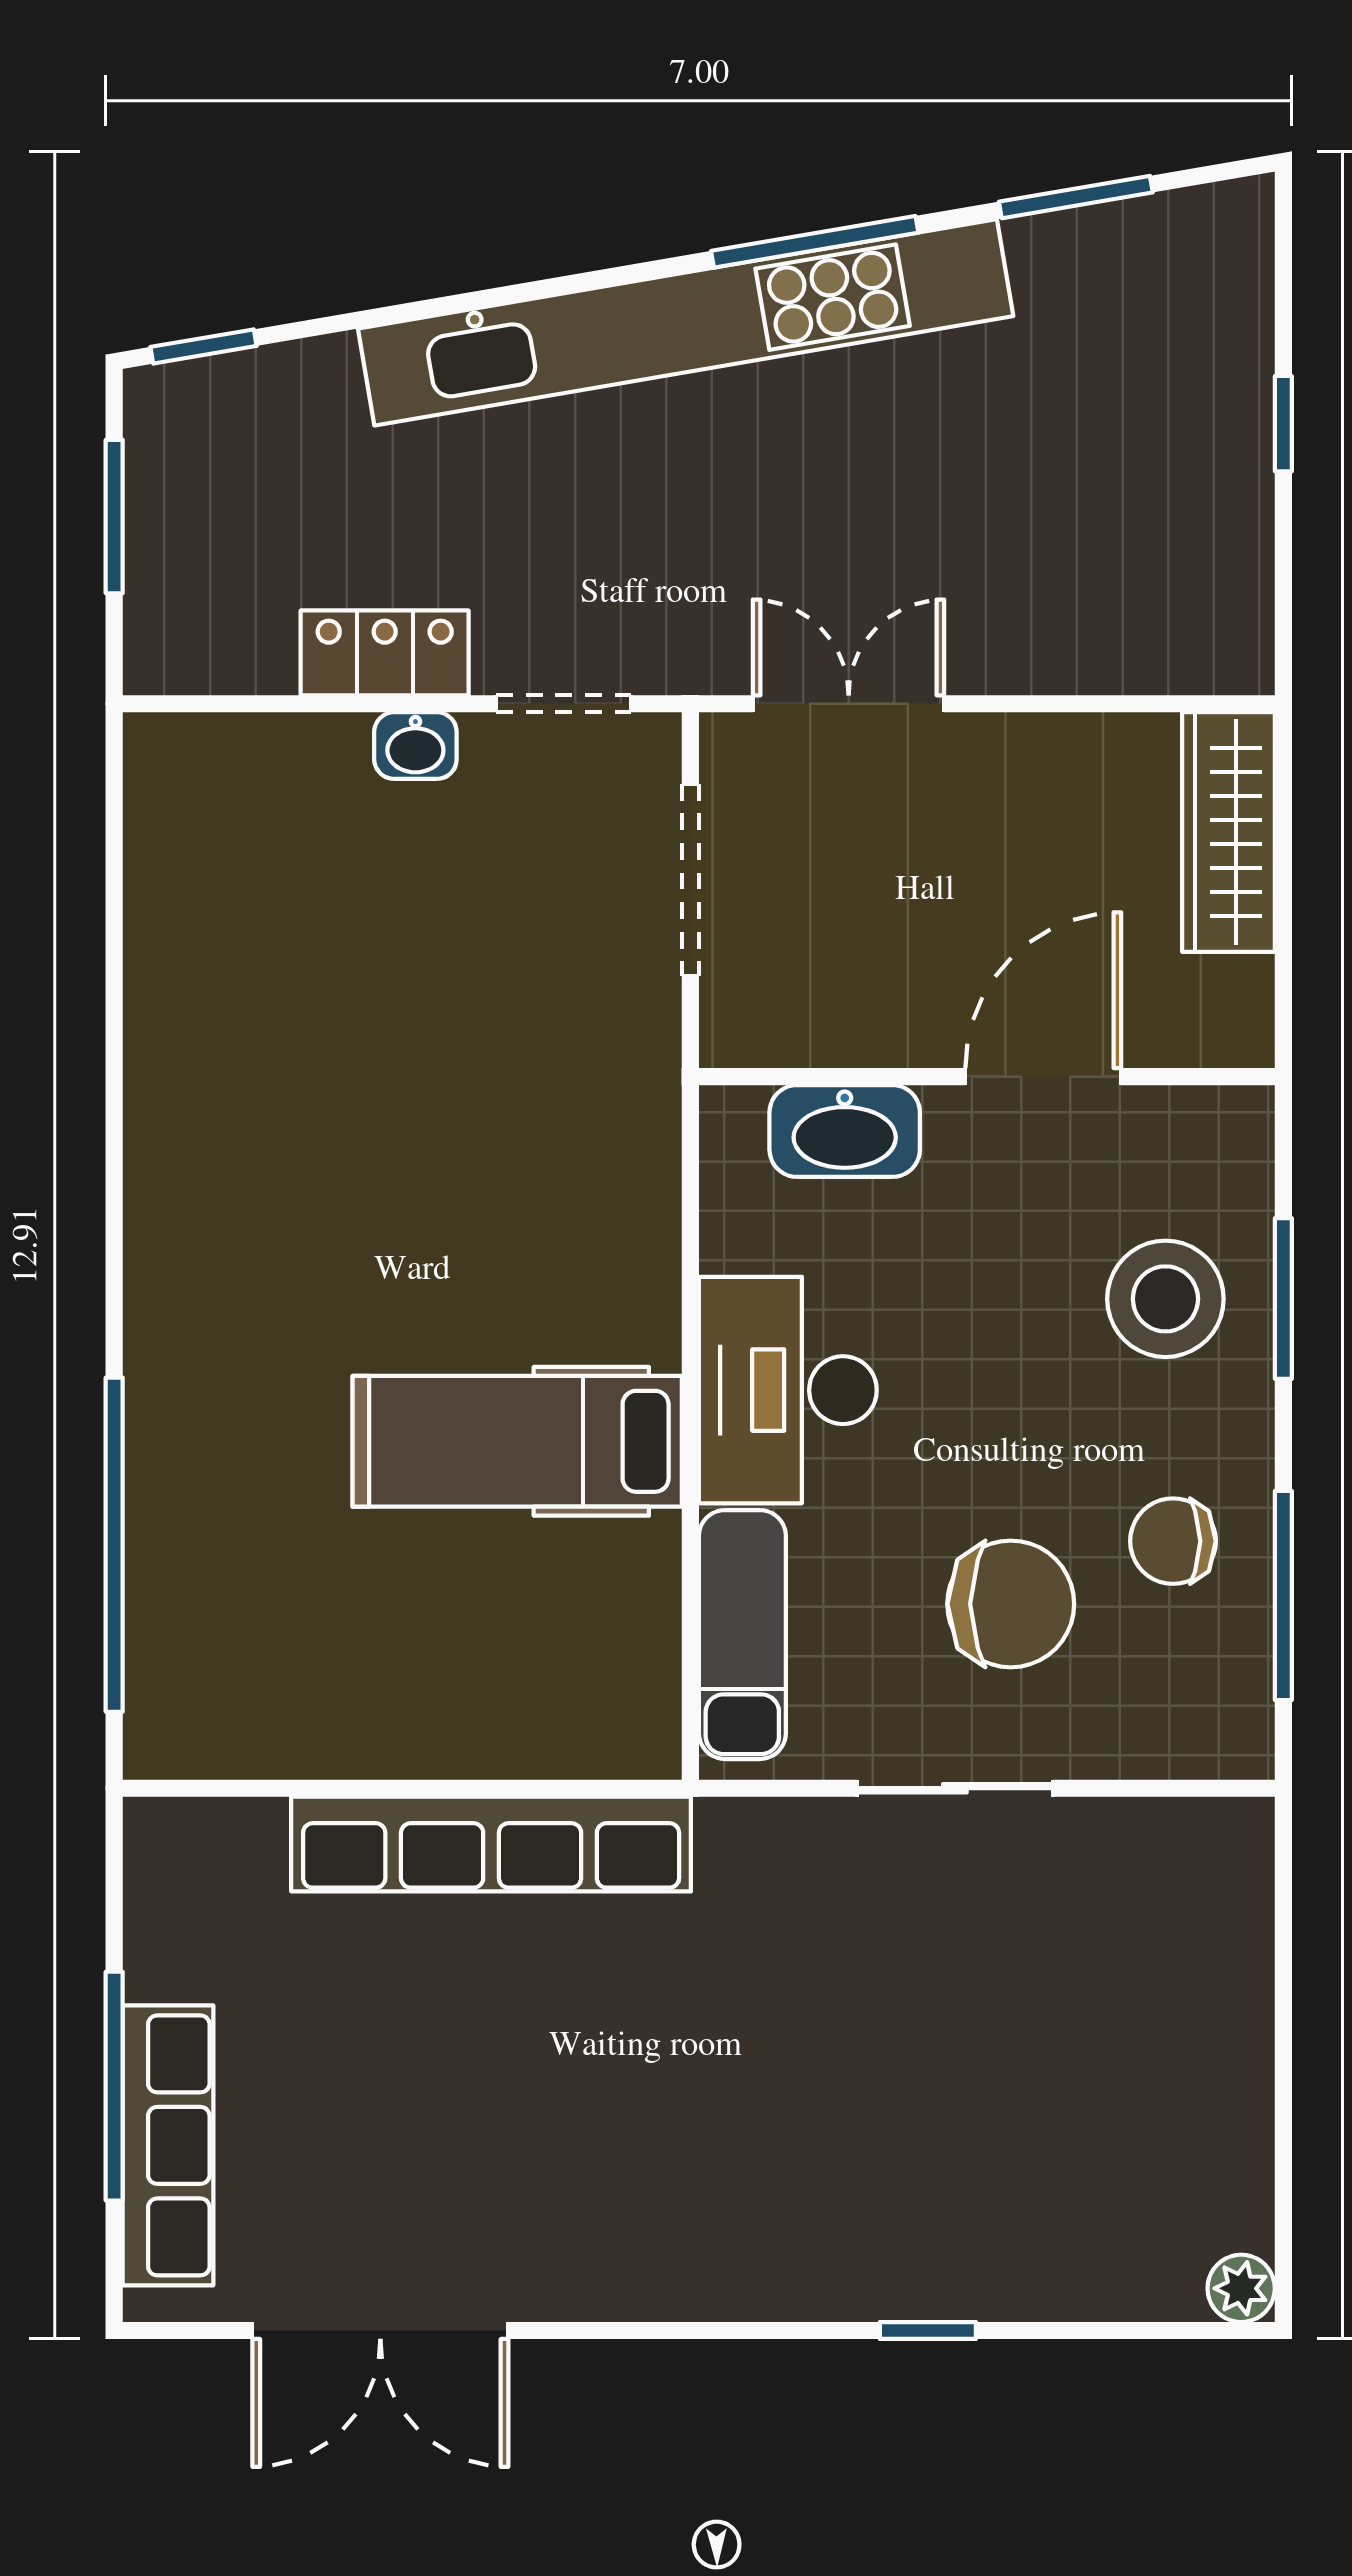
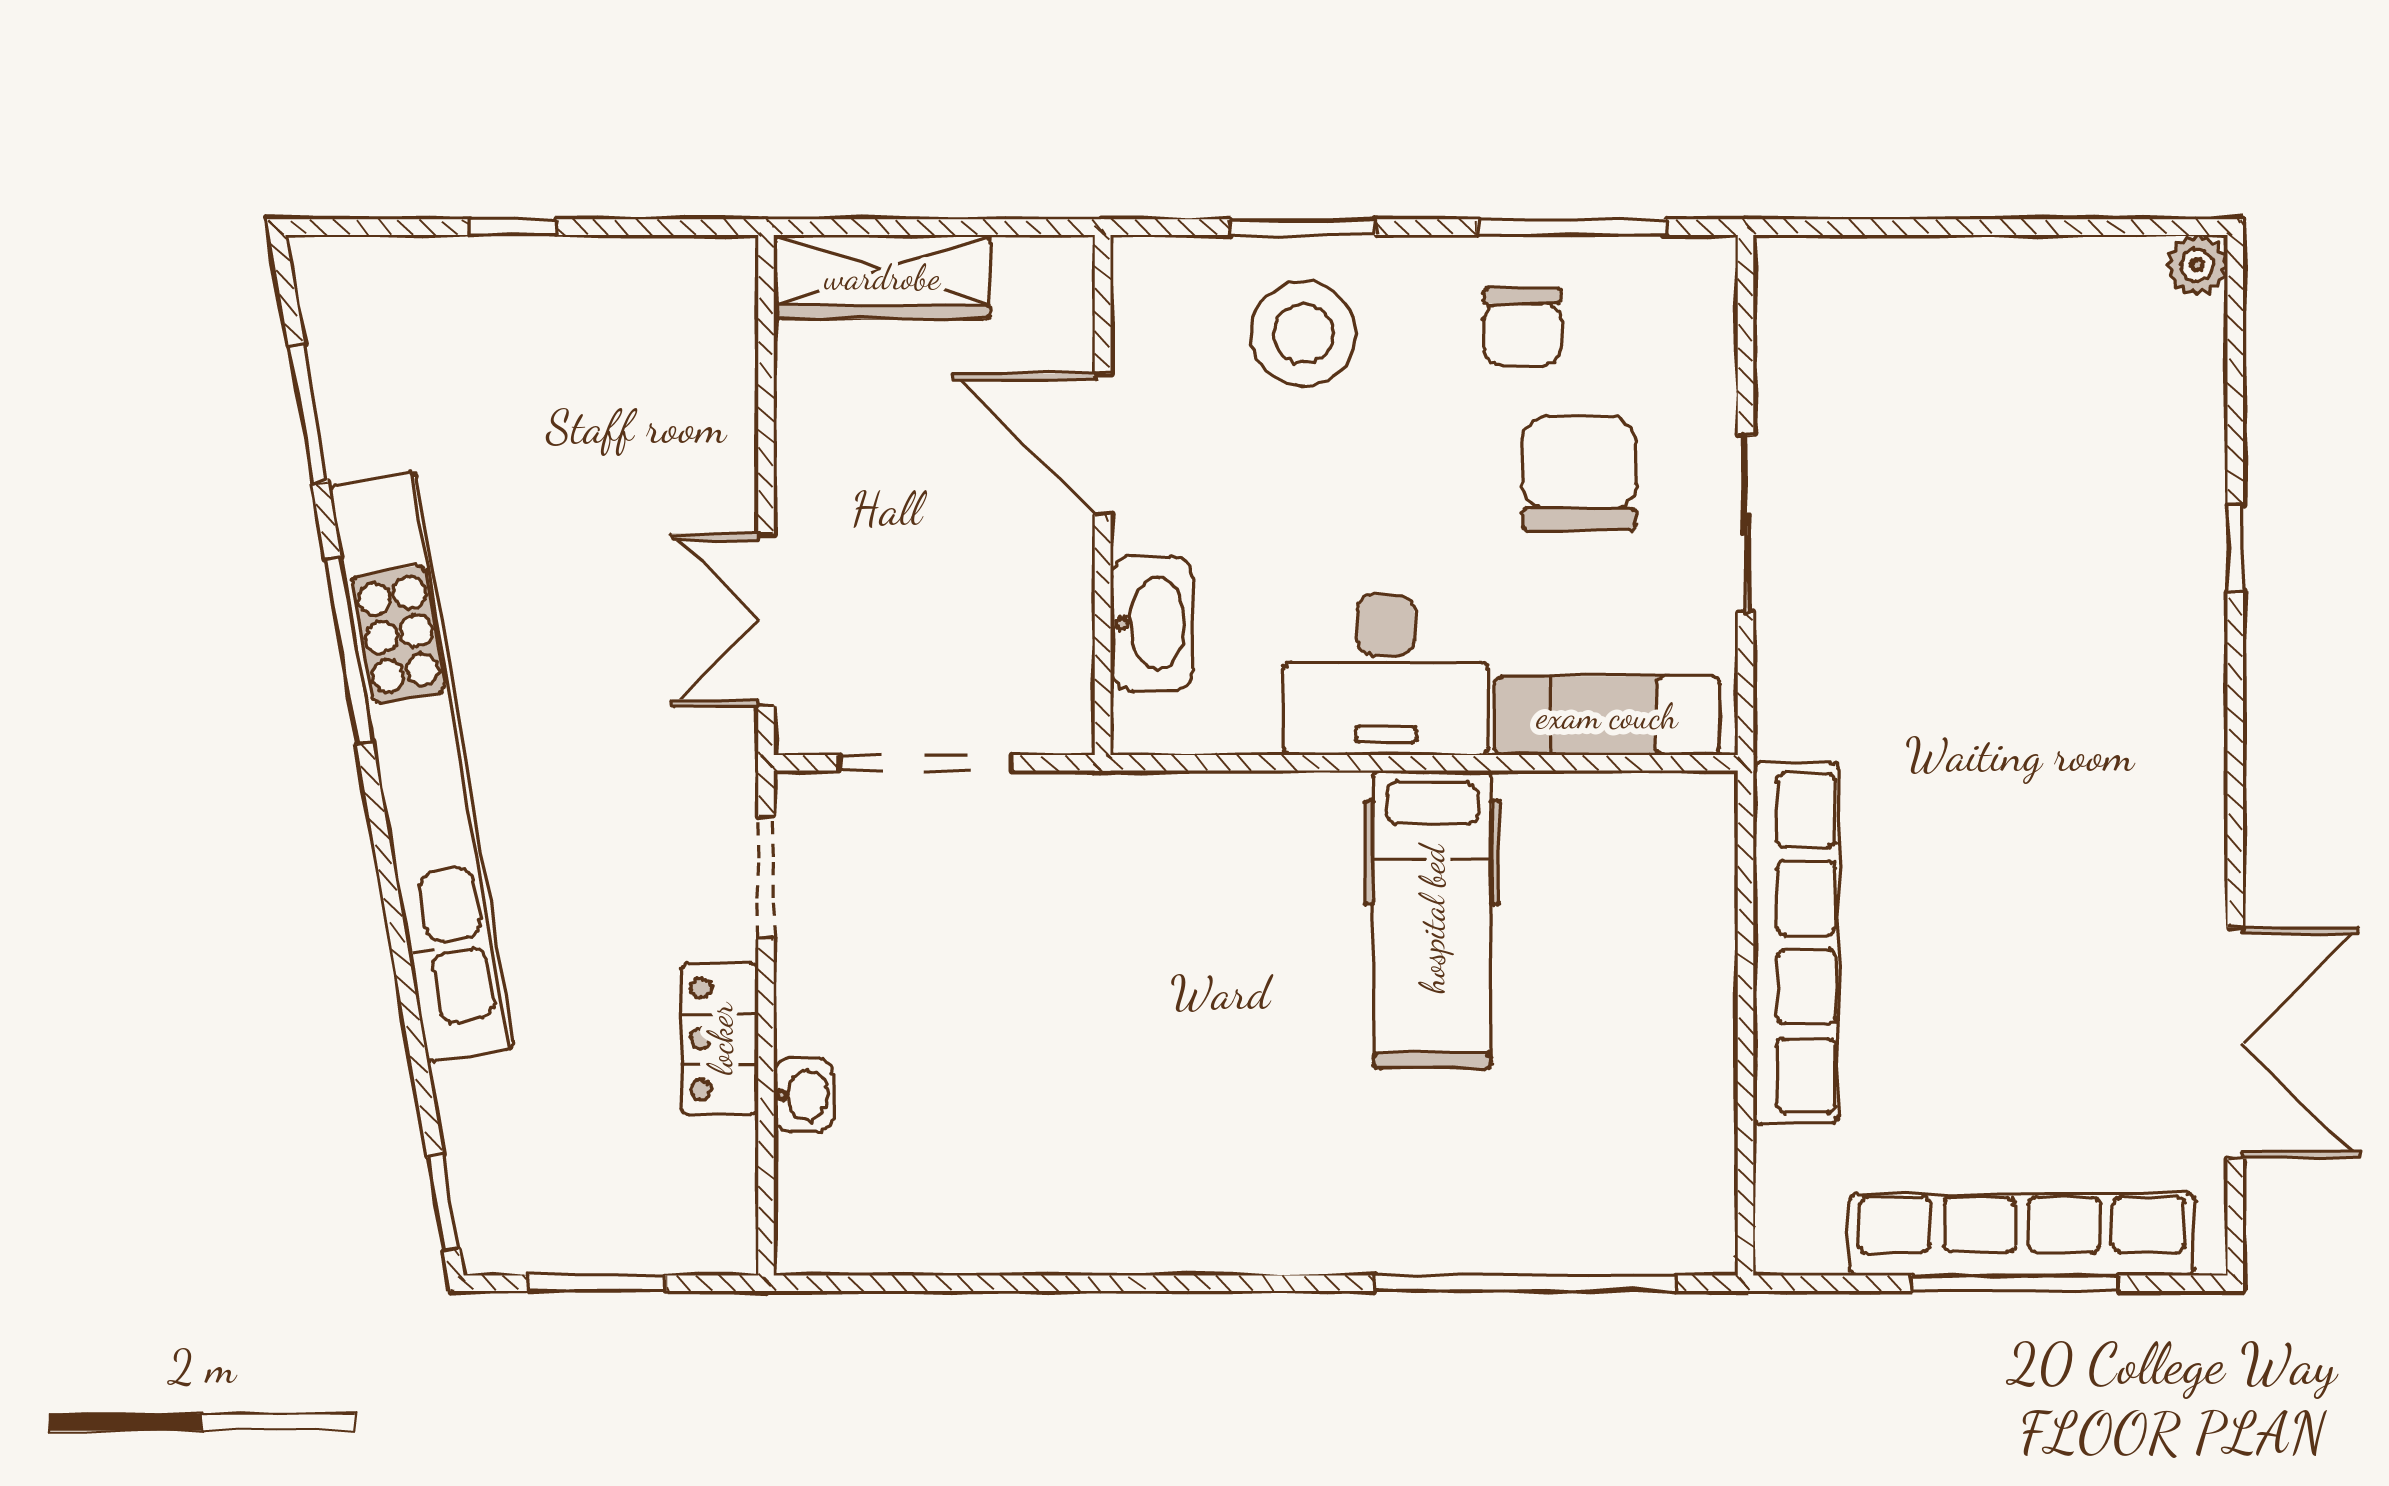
washbasin: (415, 746) -> (804, 1095), moved
row of seats: (168, 2145) -> (2022, 1235), width x1.36

